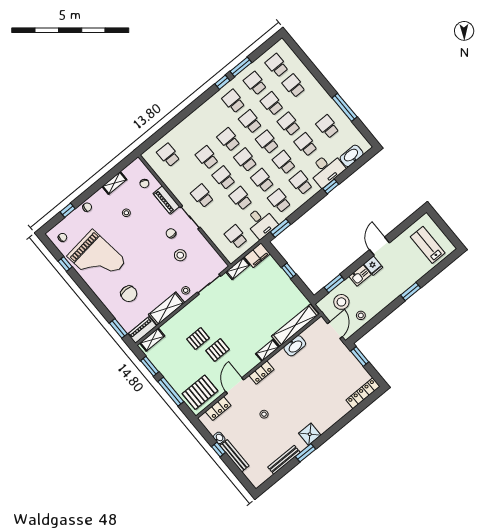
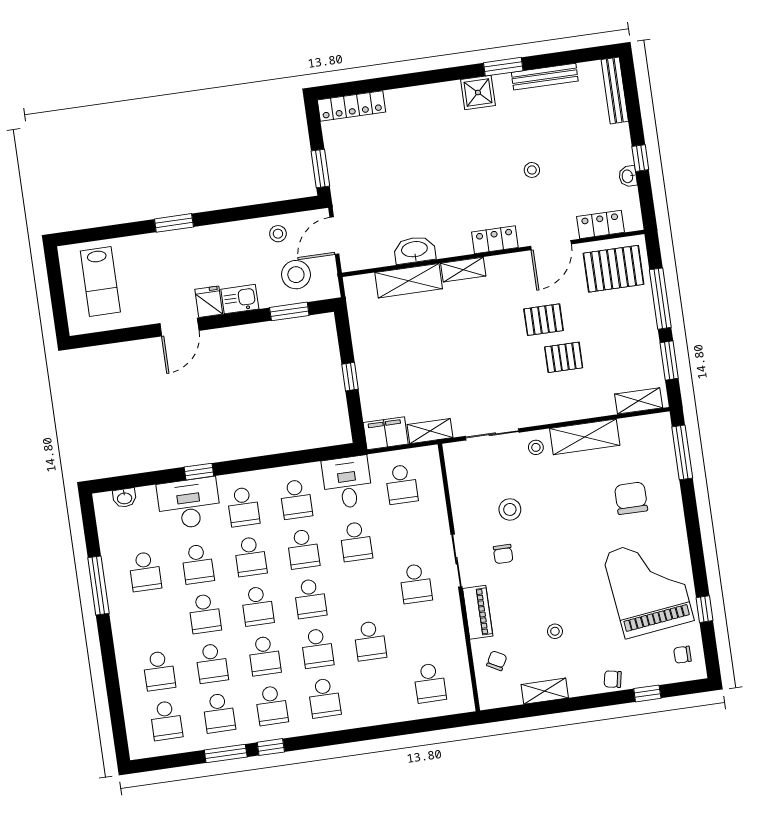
washbasin: (352, 156) -> (124, 498), width x0.52, depth x0.69
school desk: (224, 178) -> (324, 698), moved
window: (280, 228) -> (321, 454), removed
shelving: (295, 325) -> (409, 281), width x0.68
window: (118, 328) -> (682, 452), width x1.44
piano: (142, 330) -> (645, 427), removed
bench: (234, 456) -> (615, 90), moved

